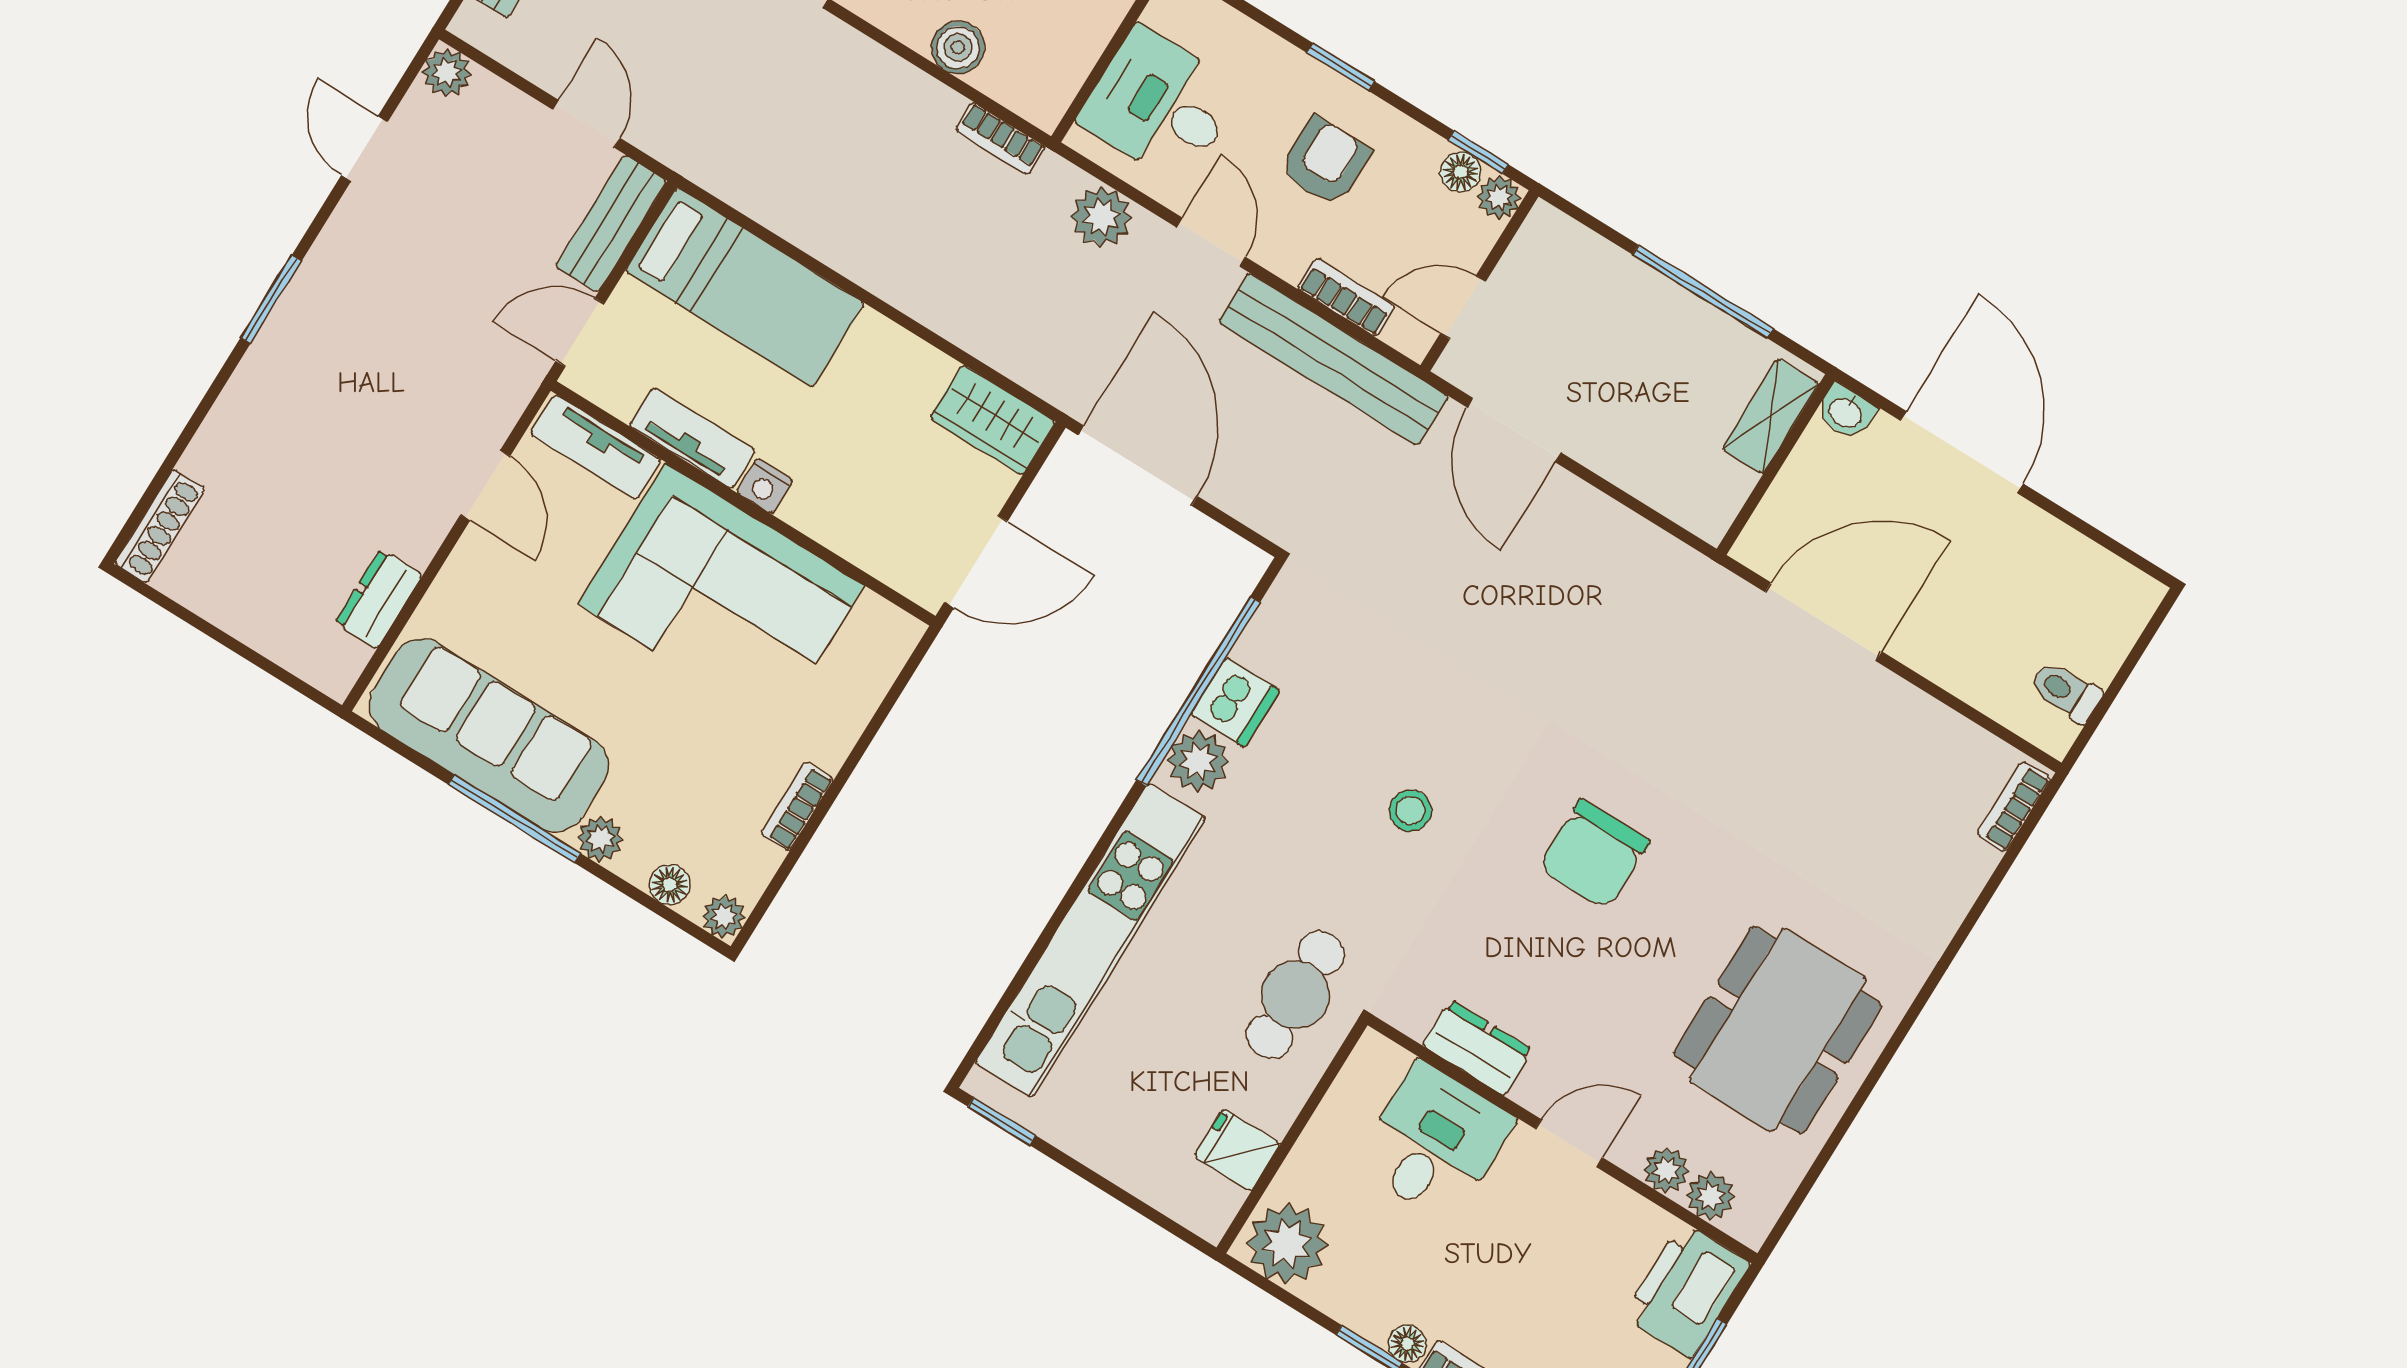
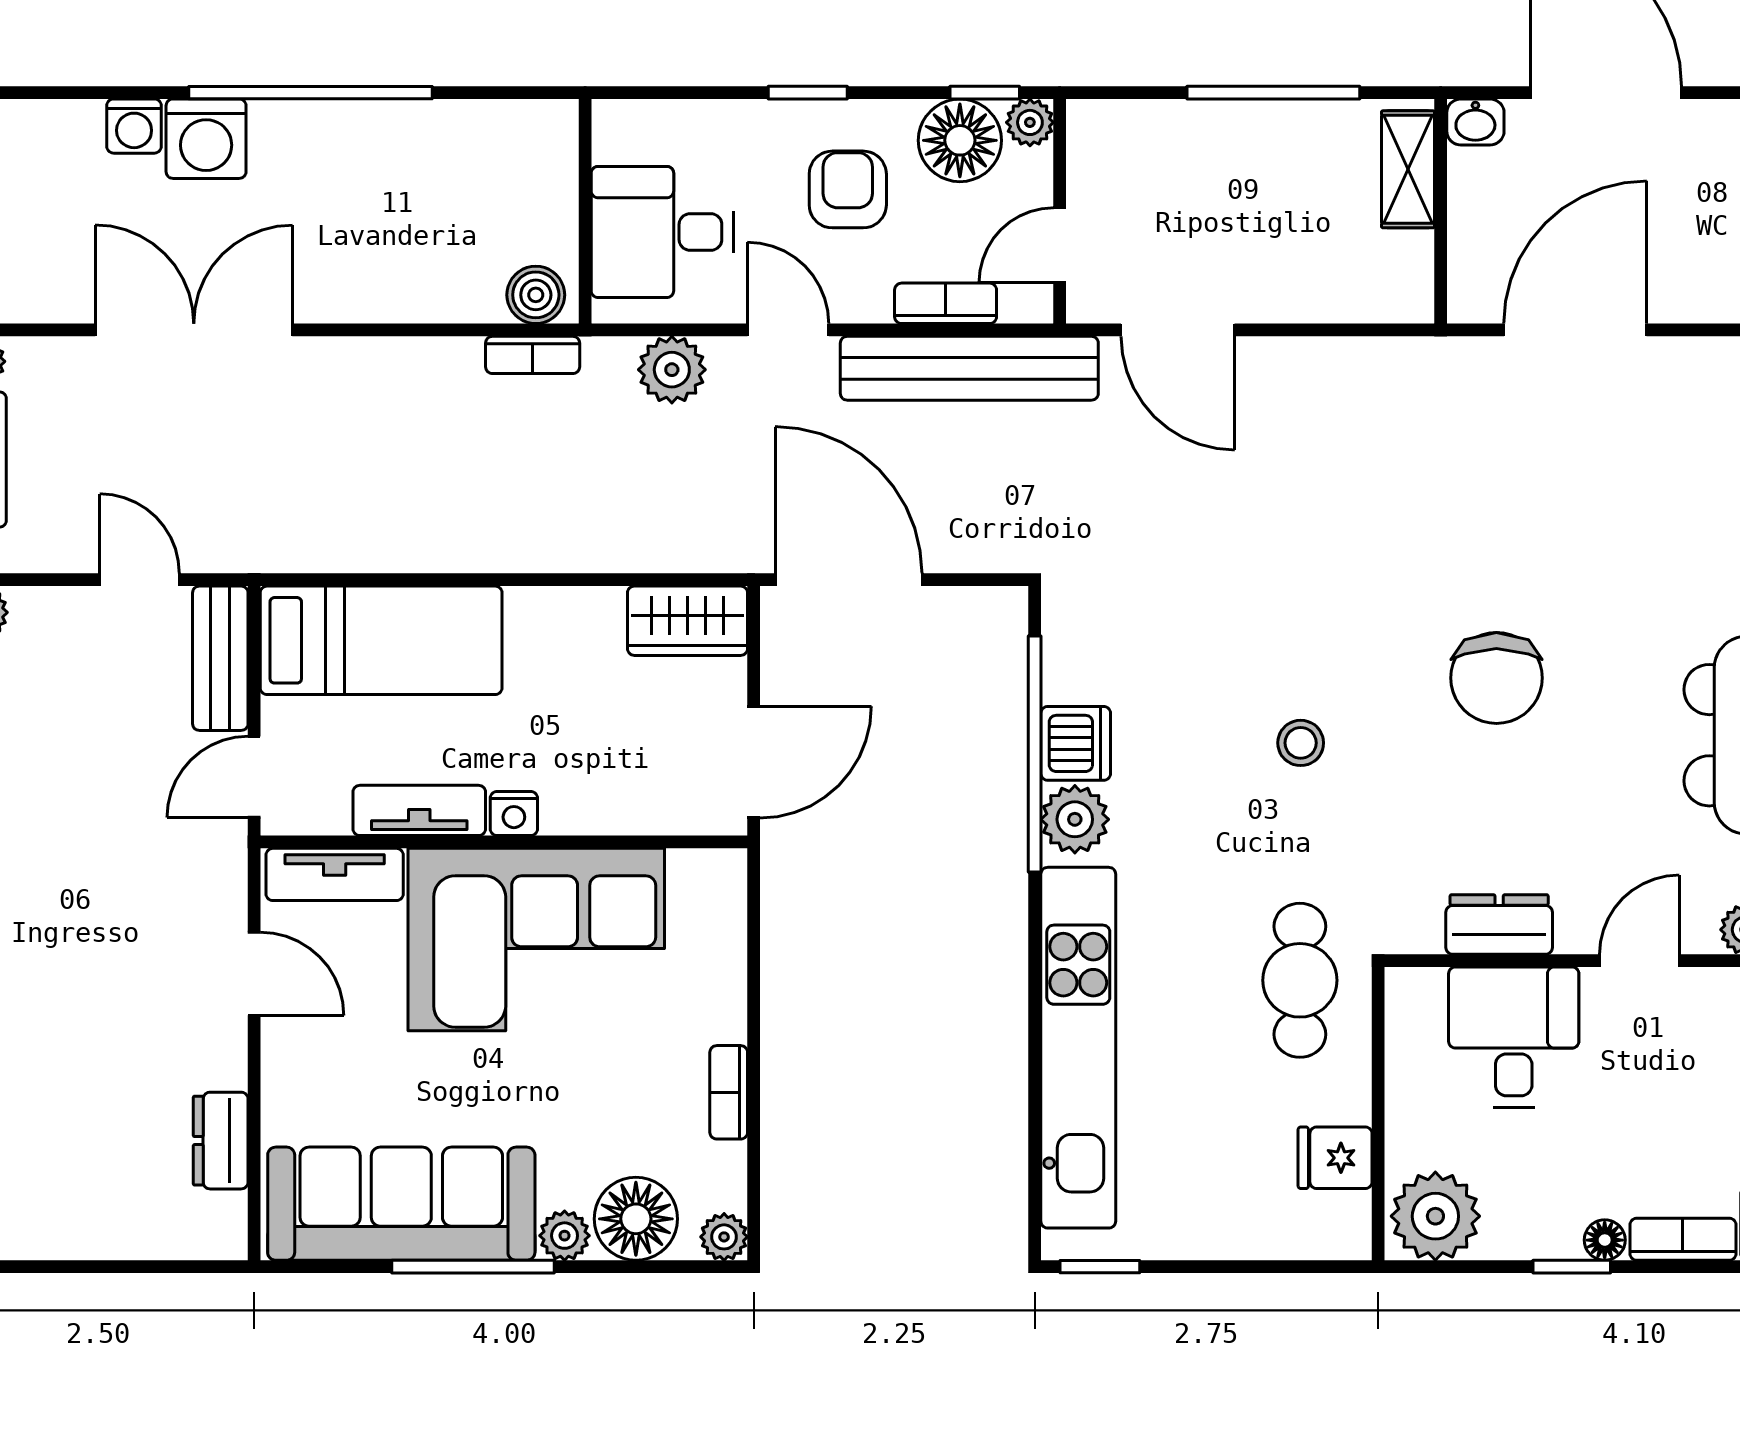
boiler: (958, 48) -> (536, 295), moved
floor lamp: (1461, 172) -> (960, 140), width x1.89, depth x1.89
floor lamp: (670, 885) -> (636, 1219), width x1.89, depth x1.89

